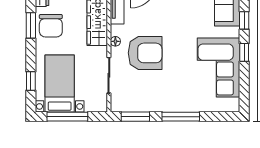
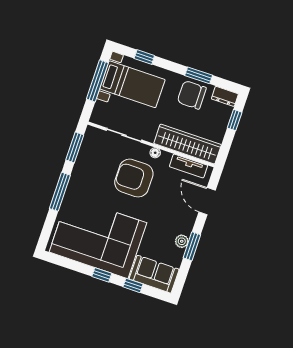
armchair: (145, 53) -> (134, 178), turned 90
corner sofa: (218, 68) -> (98, 237), width x1.36, depth x1.36

